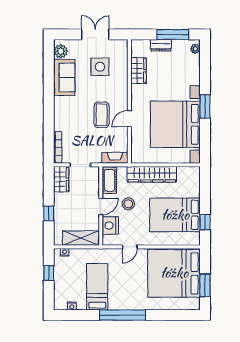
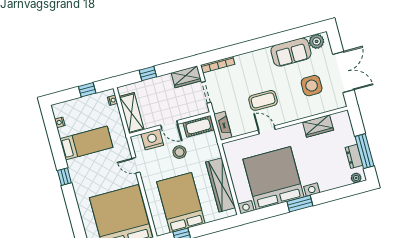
double door: (95, 34) -> (343, 72), width x1.37
dresser: (161, 45) -> (354, 156), moved
wardrobe: (152, 174) -> (221, 185), moved
window: (123, 315) -> (64, 177), width x0.32

